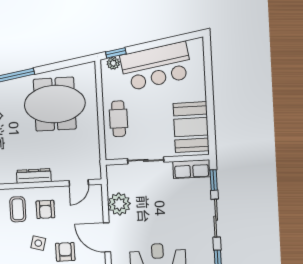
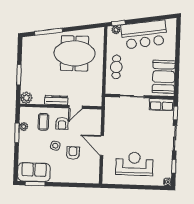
door: (79, 183) -> (76, 107), moved
plant: (119, 204) -> (112, 124), removed

